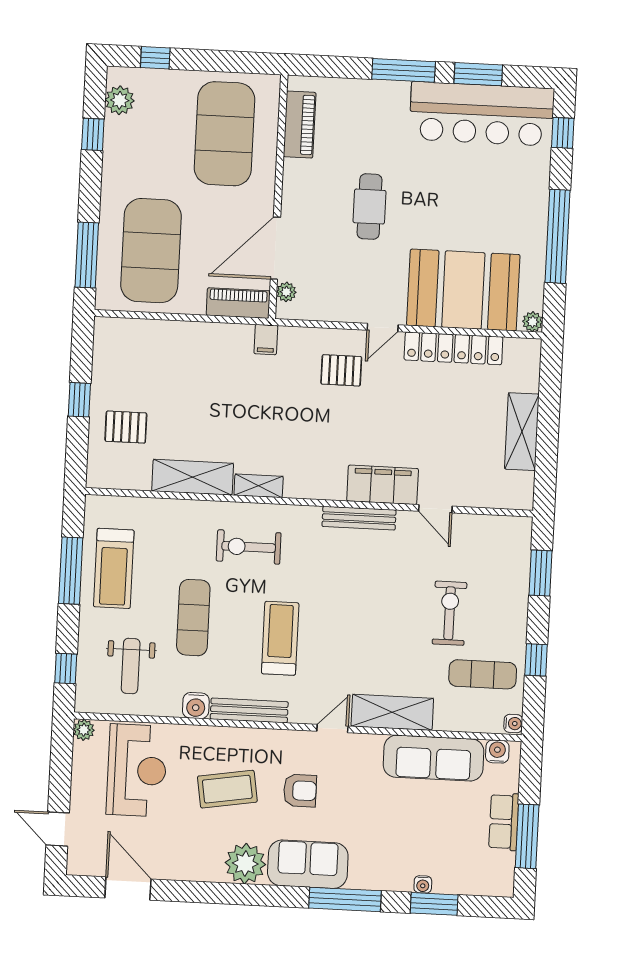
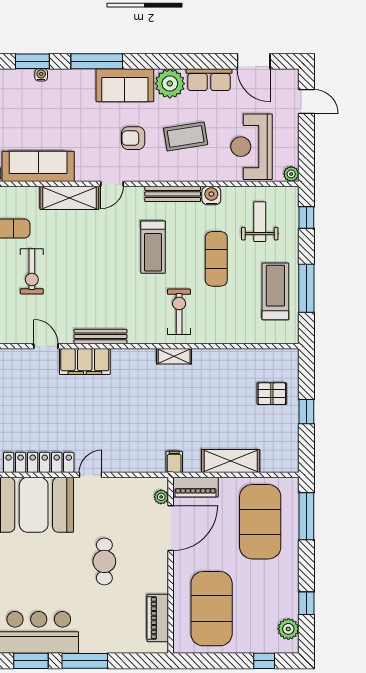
pallet: (341, 370) -> (119, 442), removed
shelving: (193, 477) -> (231, 461), moved
exercise bike: (249, 547) -> (179, 312), turned -90
row of seats: (191, 866) -> (209, 80), added

